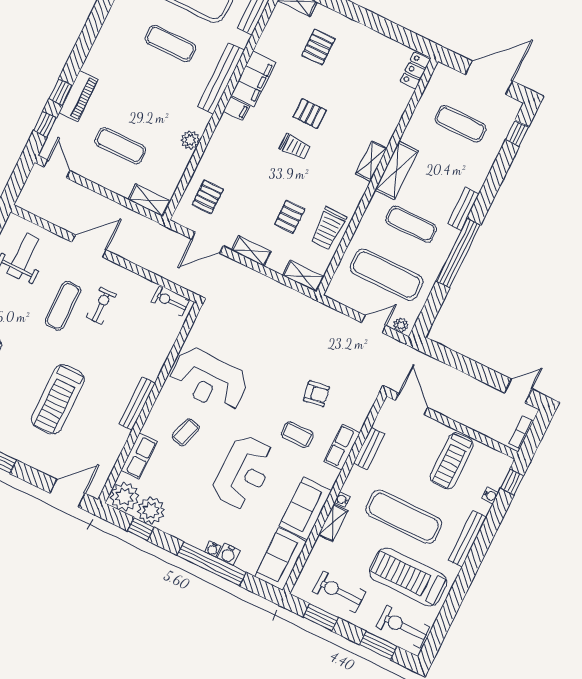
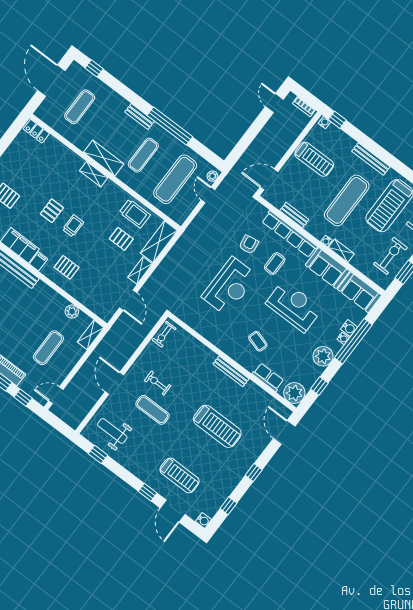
plant: (190, 140) -> (72, 312), moved
pallet: (208, 197) -> (67, 267), moved
shelving: (303, 276) -> (159, 242), width x1.50, depth x1.33
reception desk: (209, 380) -> (230, 286), moved
row of seats: (342, 447) -> (290, 234), width x2.02
water cooler: (490, 495) -> (324, 122), moved
plant: (151, 511) -> (323, 356), moved
exercise bike: (339, 592) -> (390, 256), turned 180

